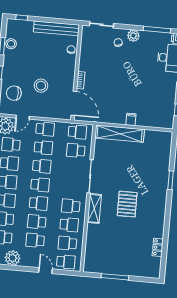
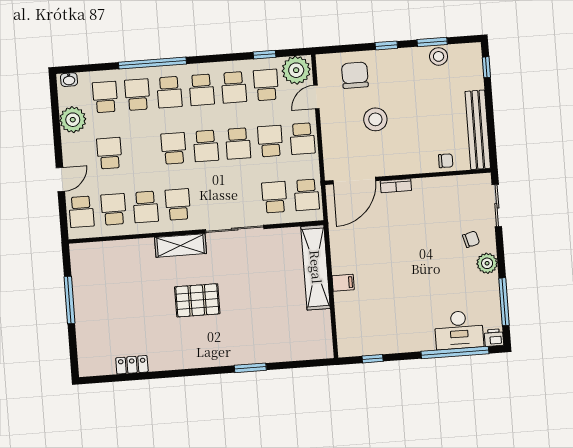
door: (23, 117) -> (316, 97), hinge flipped
school desk: (43, 148) -> (270, 141), turned 180
school desk: (38, 203) -> (174, 148), turned 180
school desk: (37, 222) -> (141, 151), removed

